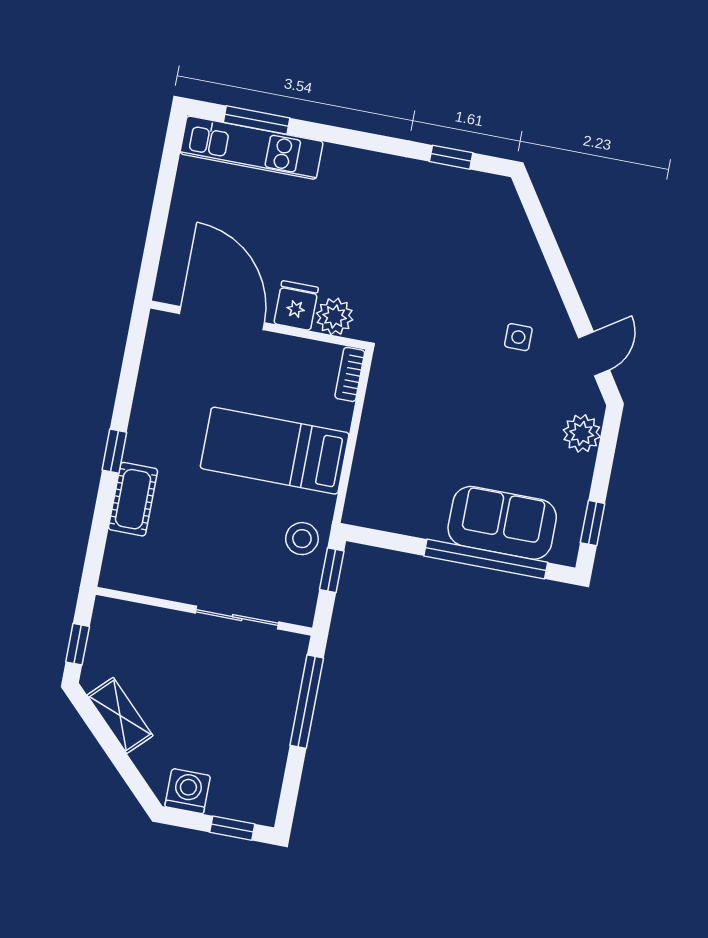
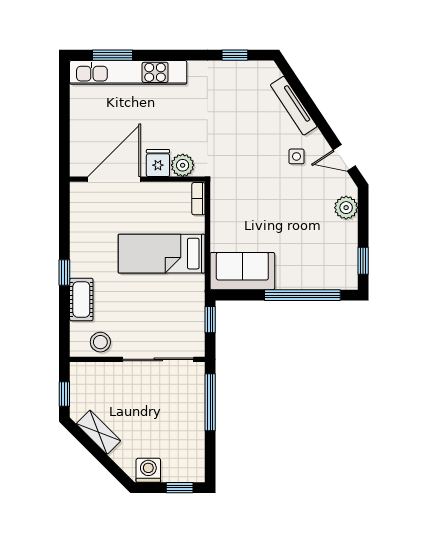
kitchen unit: (252, 148) -> (128, 72), width x1.36
tv unit: (529, 256) -> (294, 106), added
door: (222, 318) -> (114, 179), hinge flipped
door: (594, 354) -> (344, 158), swing flipped
sofa: (502, 523) -> (242, 271), moved
stool: (302, 539) -> (100, 342), moved
sliding door: (237, 618) -> (158, 359), width x1.37

